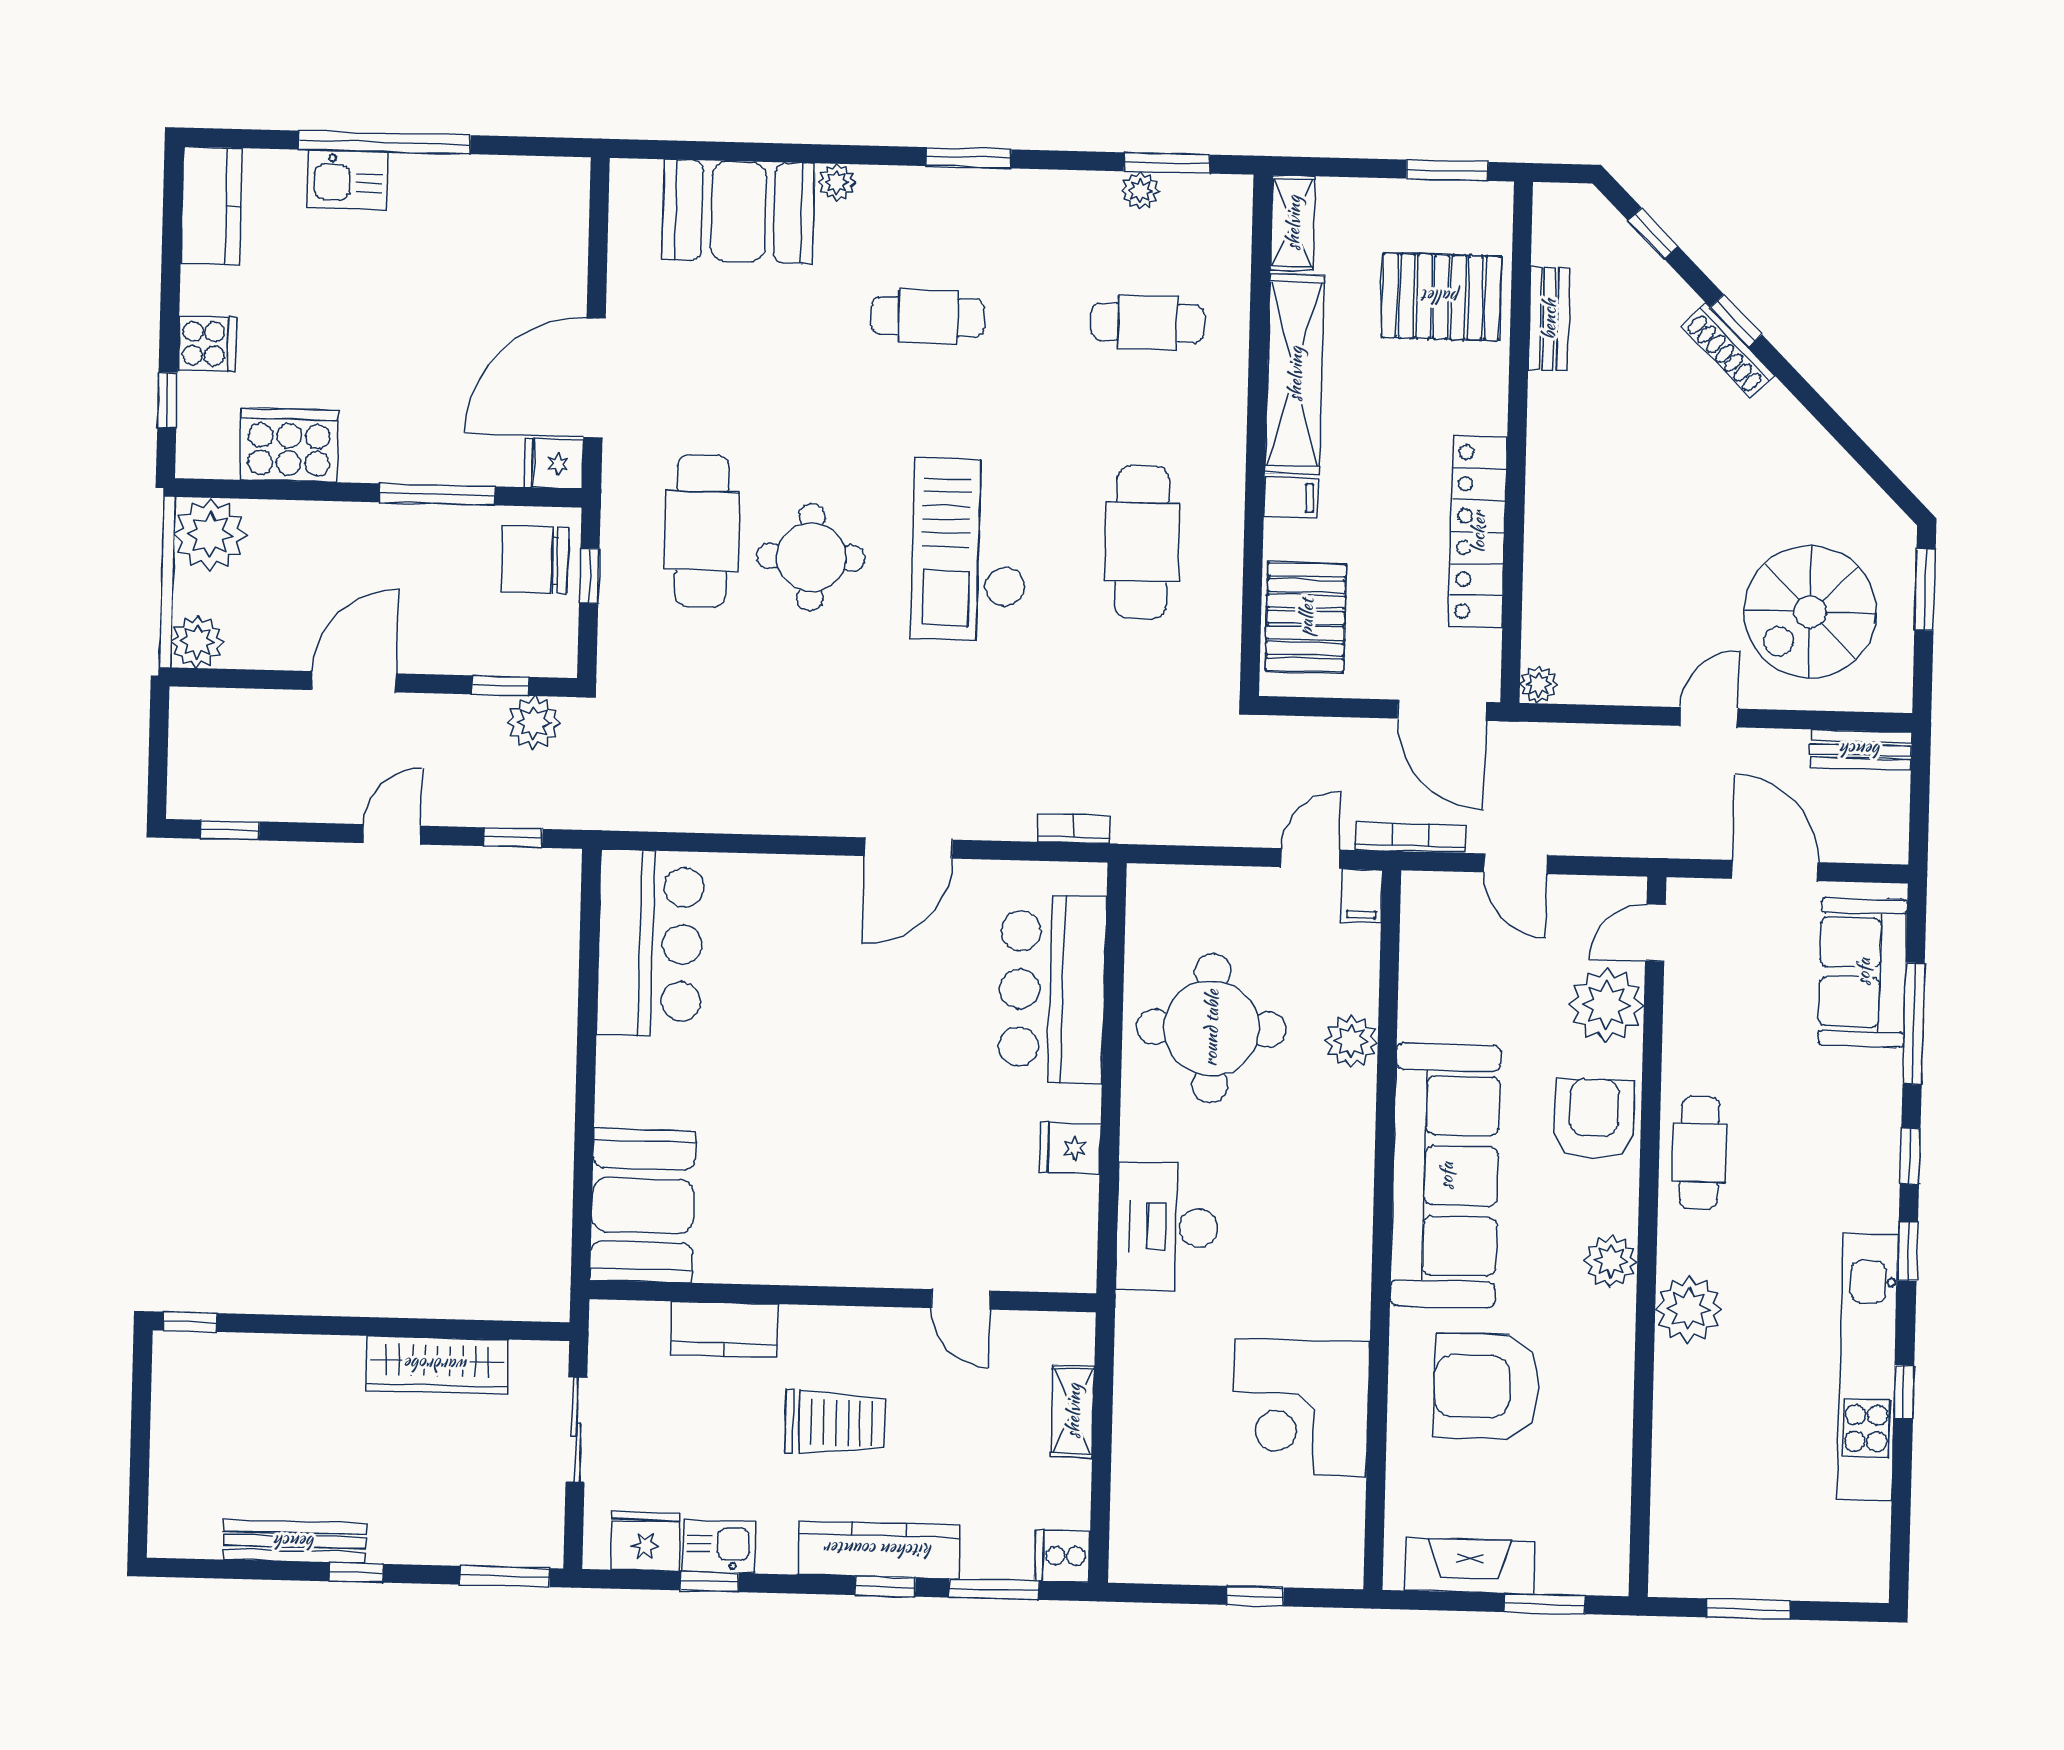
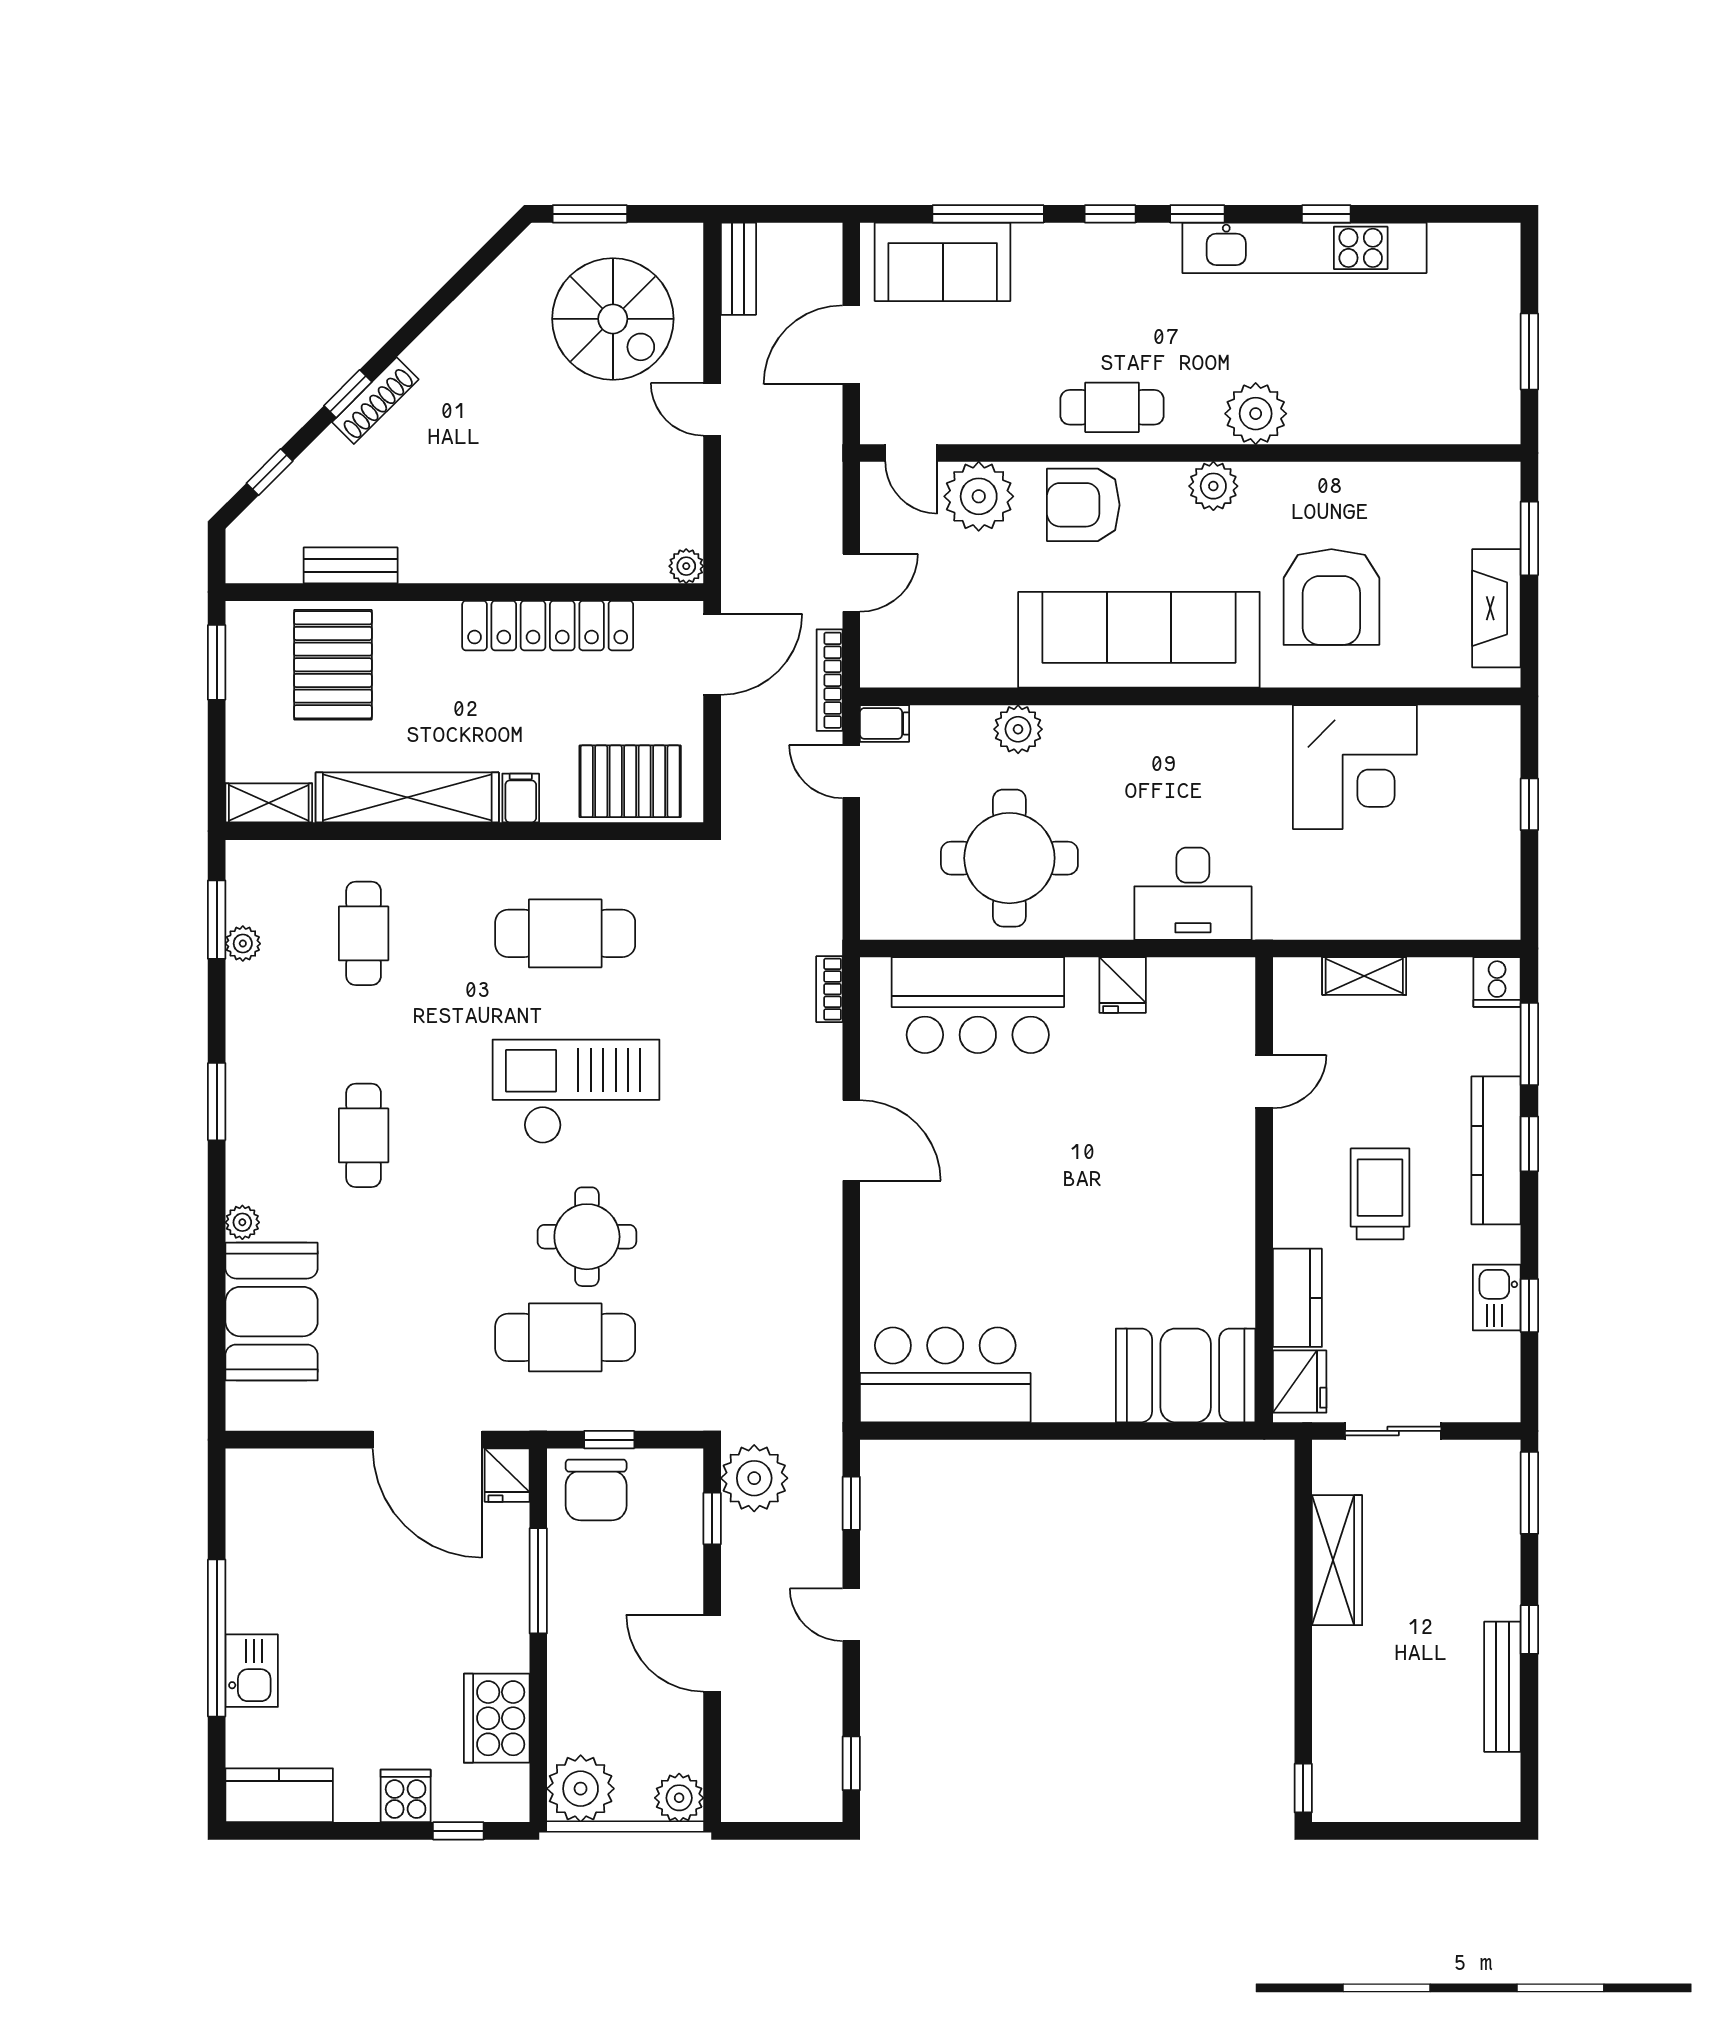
checkout: (969, 550) -> (576, 1092), turned 180
plant: (534, 723) -> (754, 1478), width x1.36, depth x1.36
fridge: (645, 1541) -> (1300, 1382), moved, turned 180

